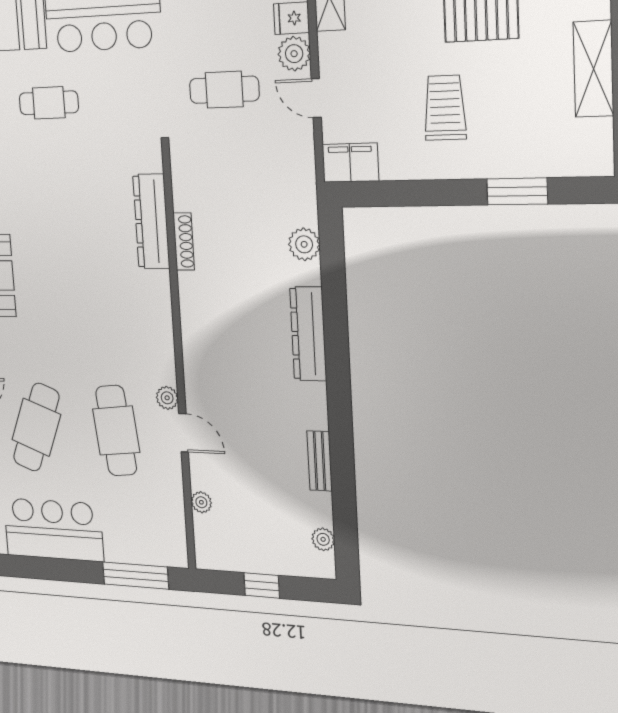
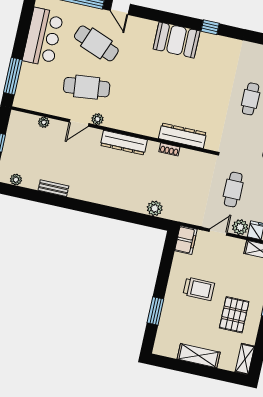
shoe rack: (184, 242) -> (169, 149), width x0.70
dresser: (308, 334) -> (124, 143), moved, turned 180

